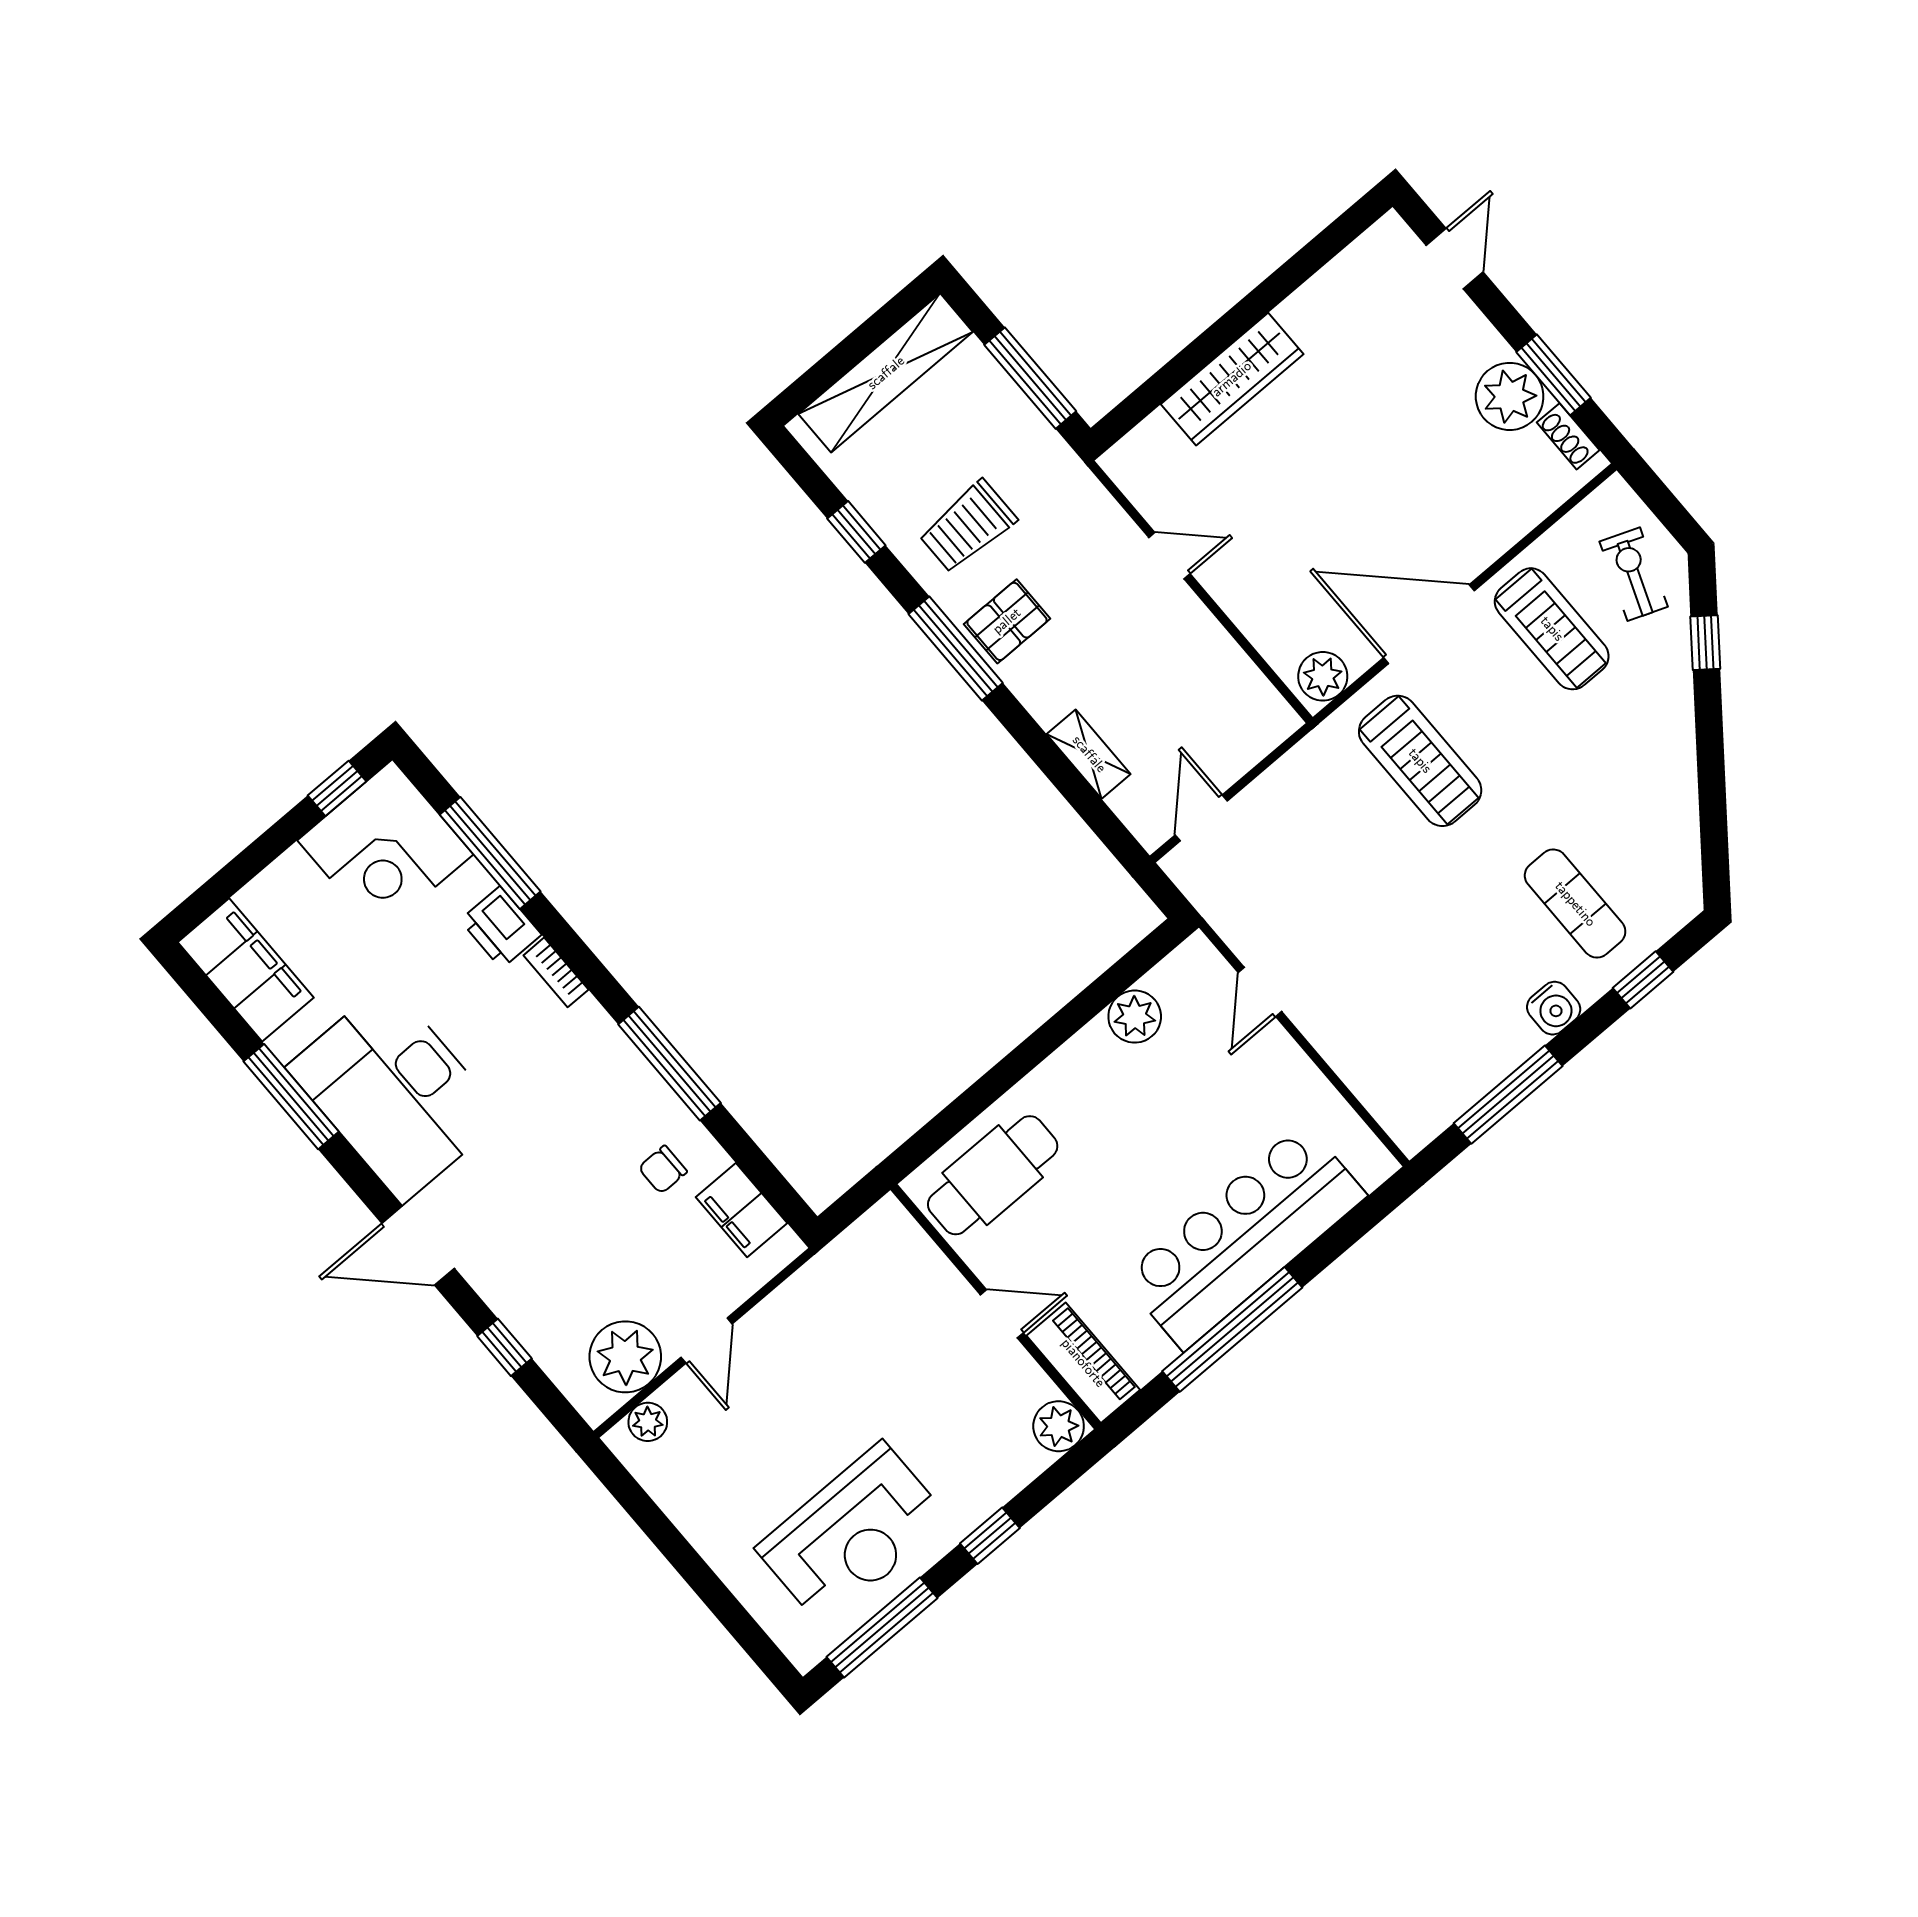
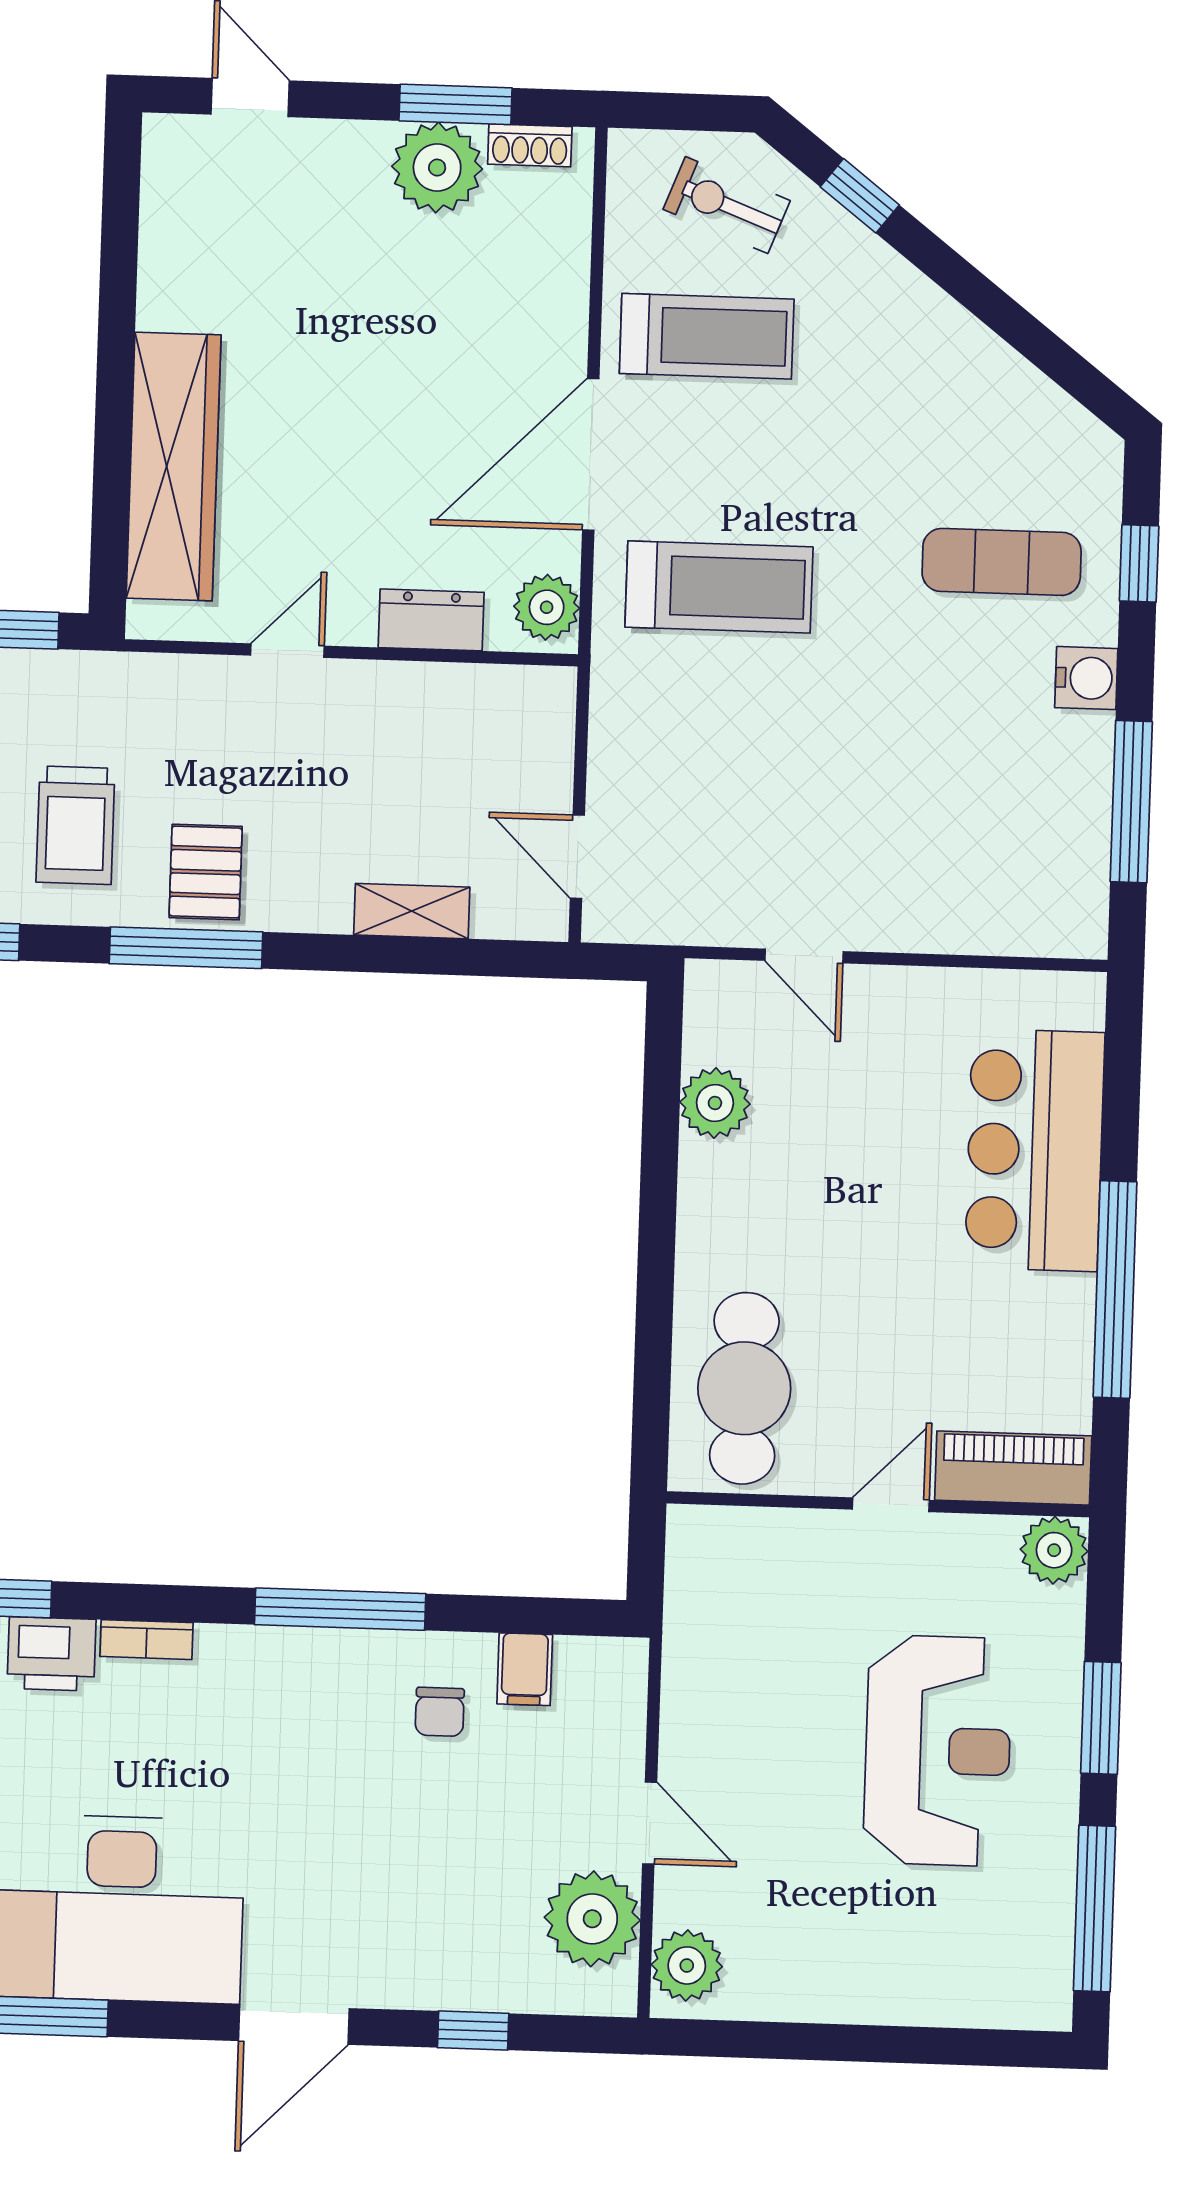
wardrobe: (1232, 379) -> (174, 466), width x1.40, depth x1.17
dresser: (1258, 619) -> (431, 620), added
filing cabinet: (741, 1210) -> (525, 1669), width x0.50
bar counter: (1244, 1237) -> (1035, 1150), width x0.73
plant: (648, 1422) -> (687, 1965), width x1.38, depth x1.38
reception desk: (852, 1534) -> (938, 1751), moved
window: (990, 1536) -> (1101, 1718), width x1.50

